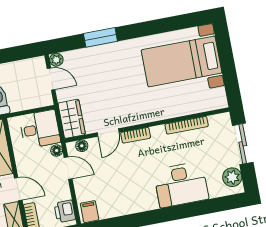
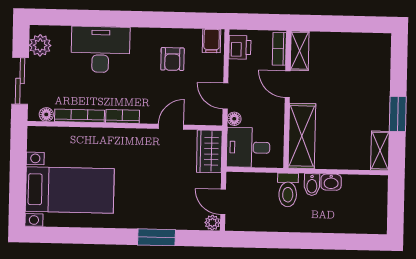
bookcase: (136, 135) -> (123, 117), moved
floor lamp: (82, 146) -> (46, 114), moved
armchair: (119, 189) -> (172, 59), added

